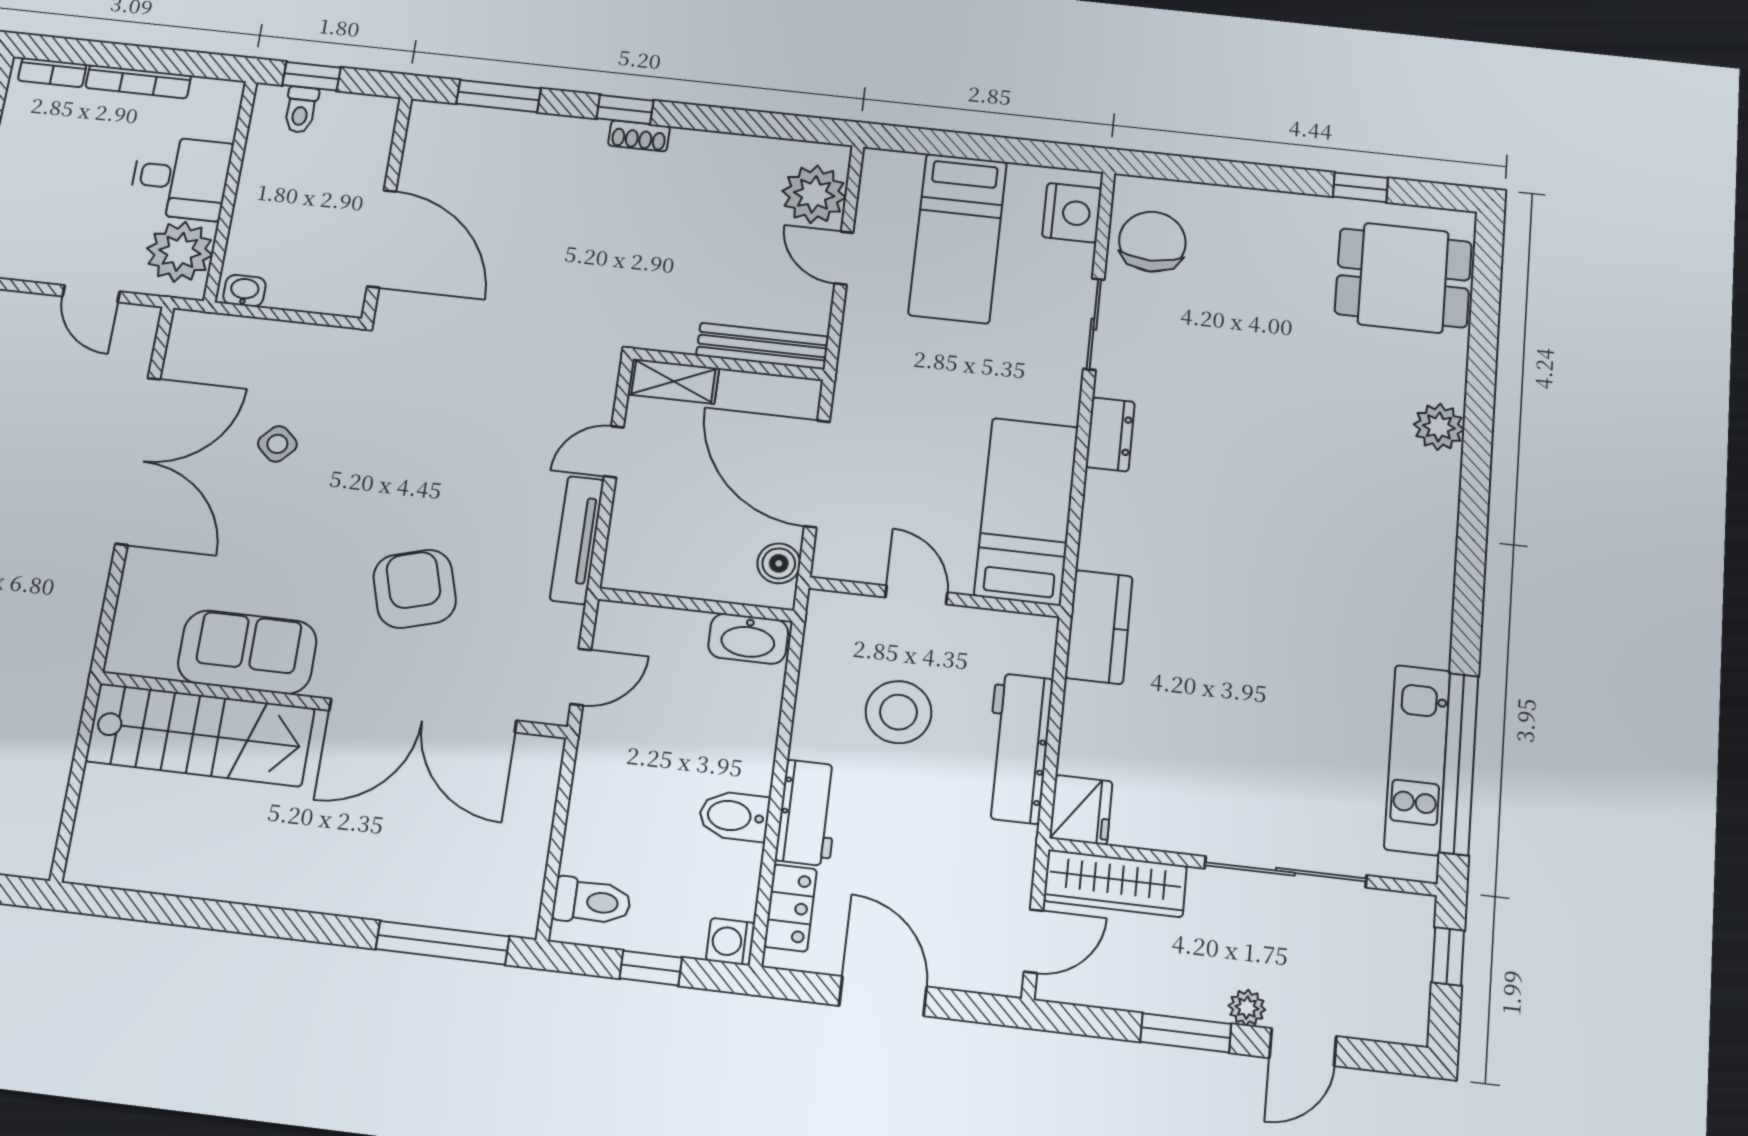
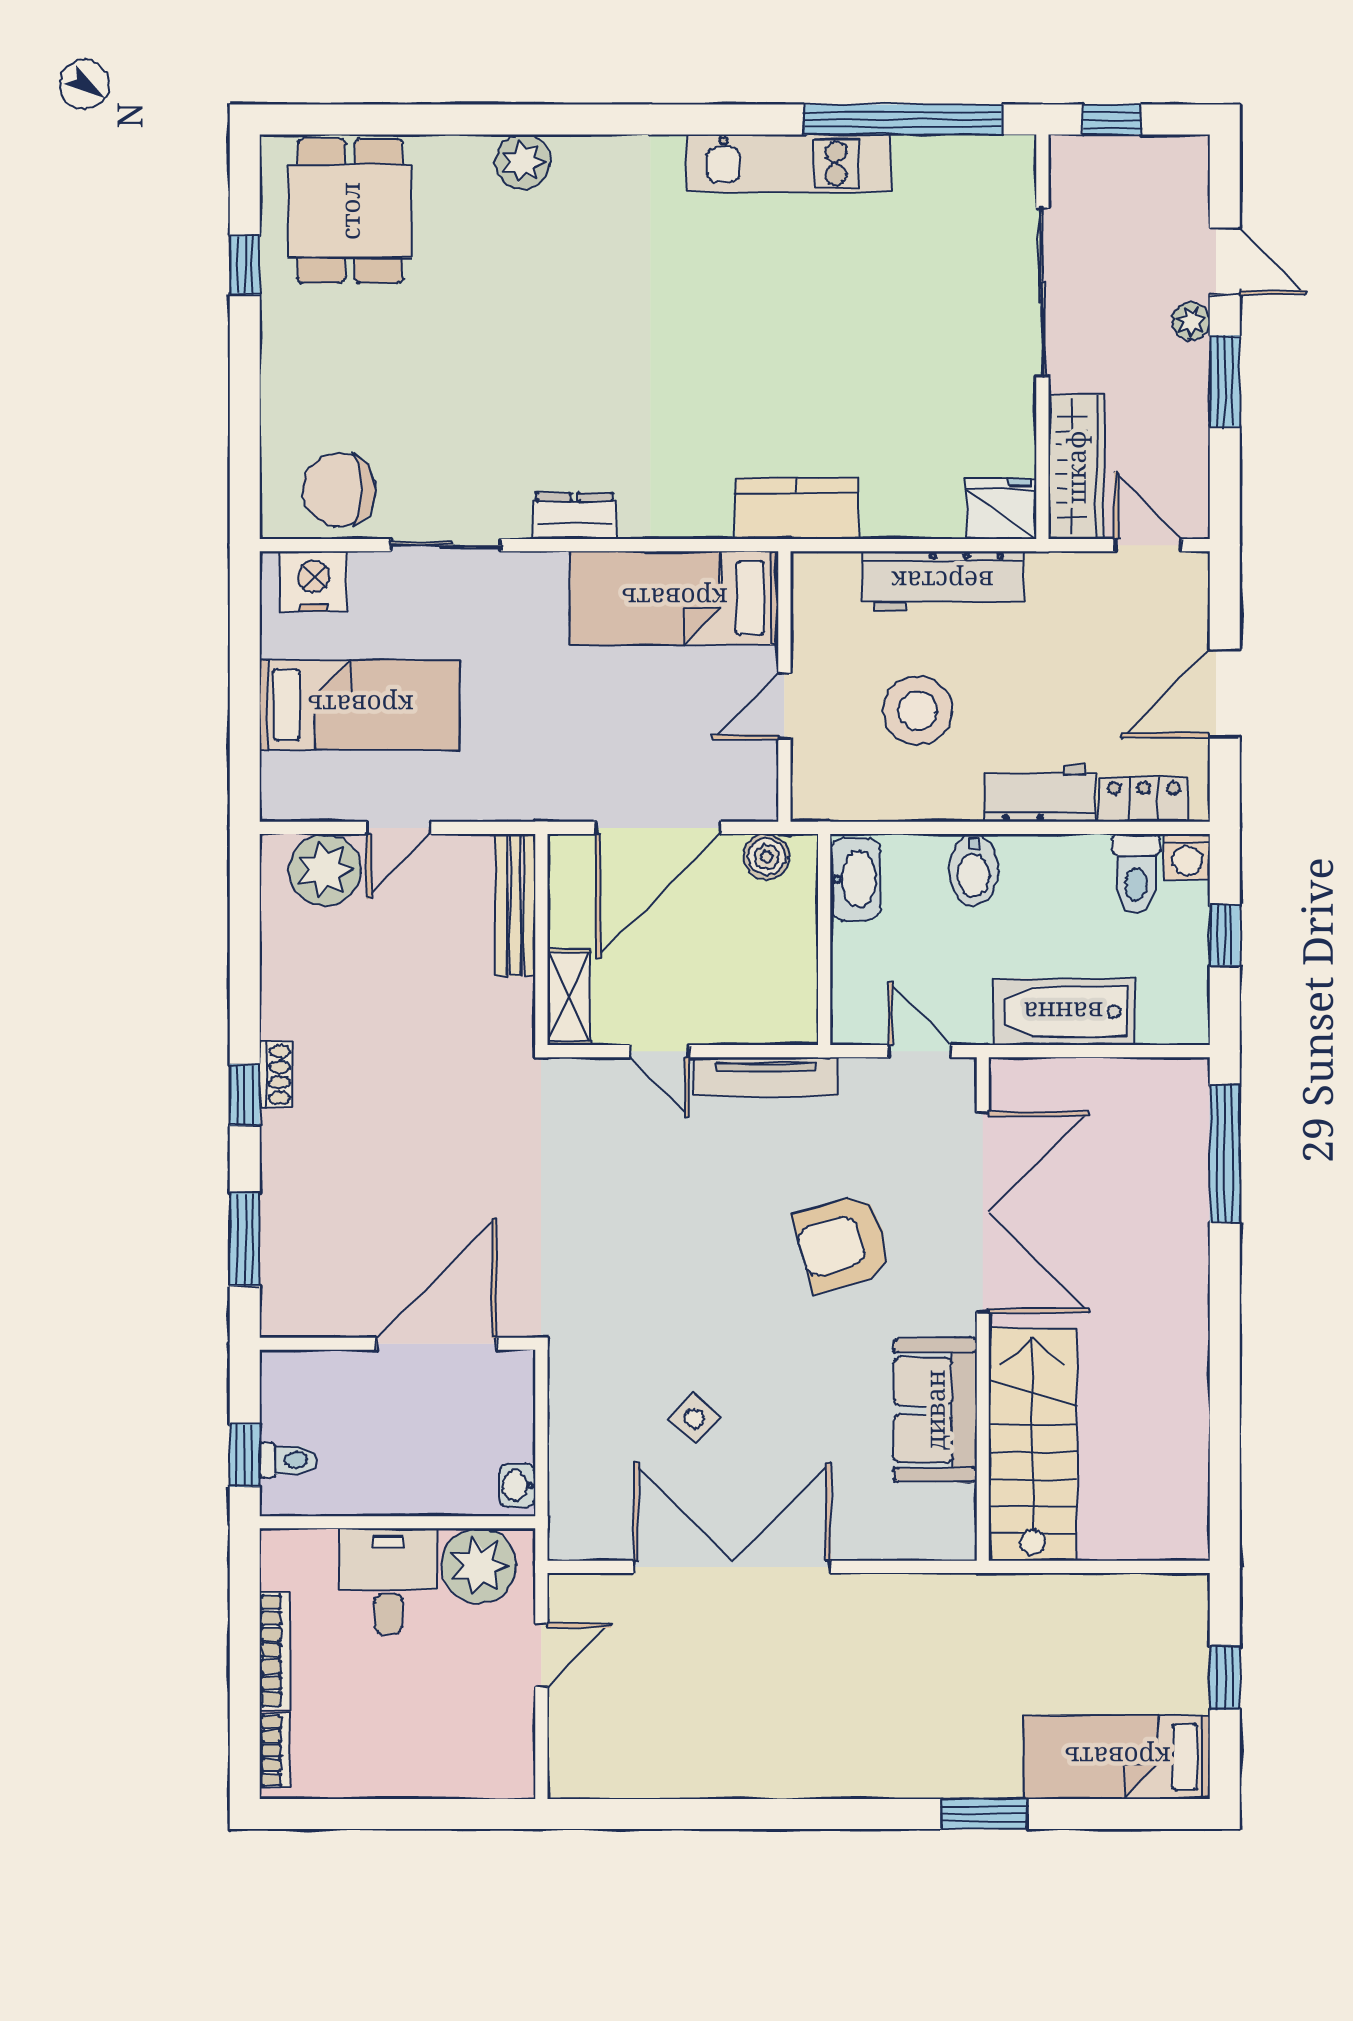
kitchen unit: (1417, 760) -> (789, 163), moved
bathtub: (599, 810) -> (1063, 1012), added
bidet: (734, 816) -> (974, 870), moved
toilet: (592, 902) -> (1136, 873), moved, turned 180

